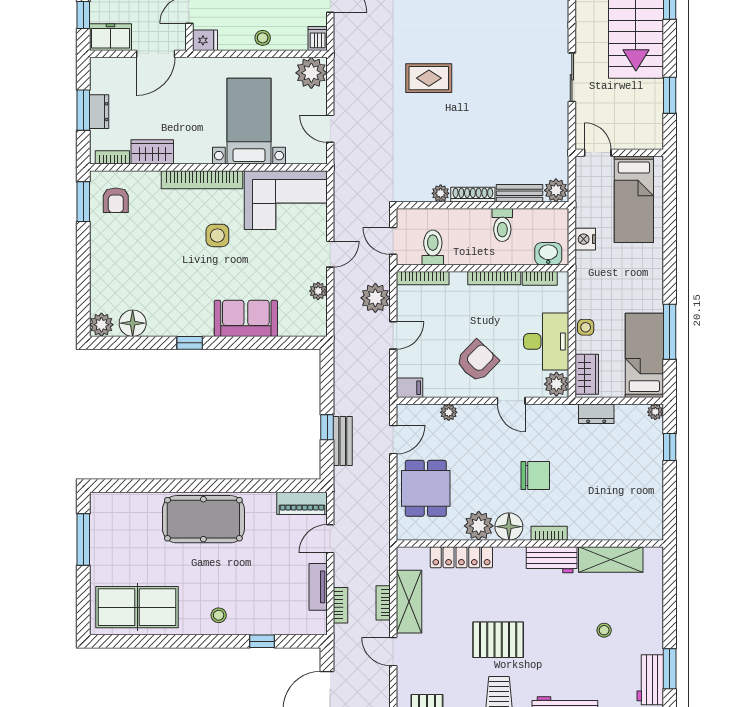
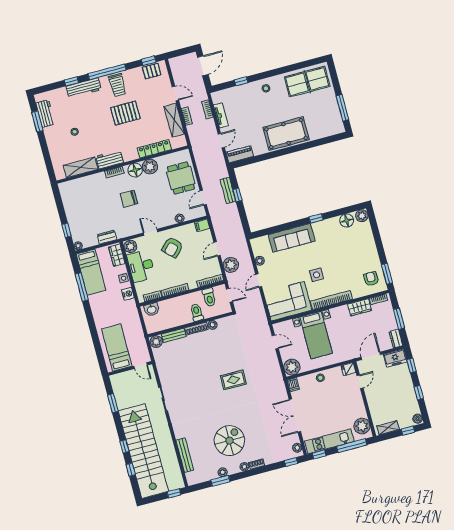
dresser: (99, 112) -> (396, 339), moved
toilet: (502, 225) -> (197, 312), moved
nightstand: (585, 239) -> (128, 294), moved
sofa: (246, 318) -> (292, 238), width x1.36

